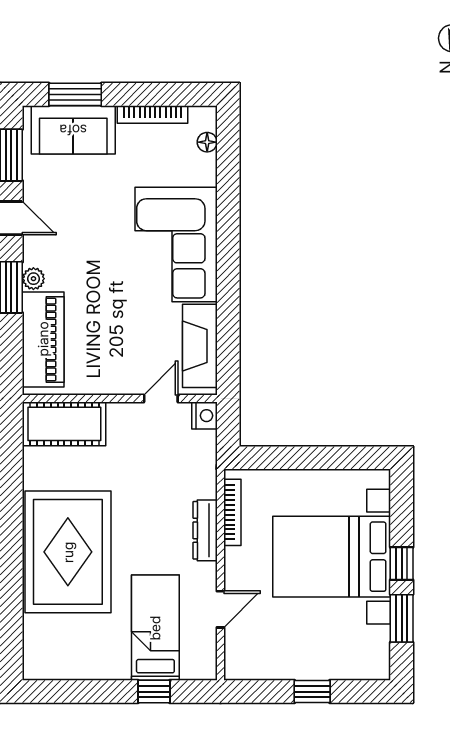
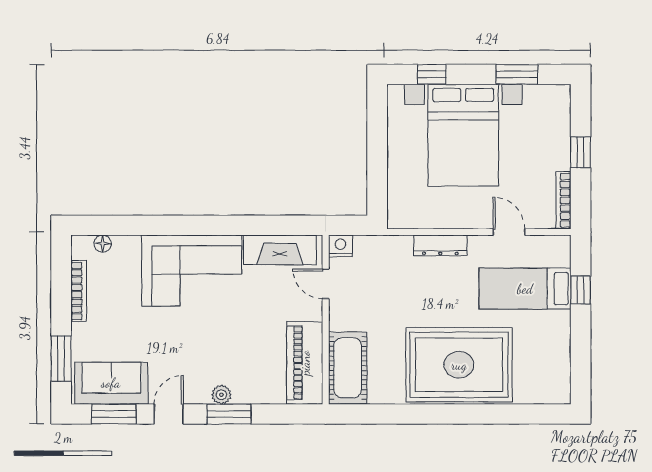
sofa: (73, 130) -> (111, 383), moved, turned -90
piano: (43, 339) -> (305, 363), moved, turned -90
bookcase: (232, 512) -> (563, 200), moved, turned -90
window: (402, 564) -> (432, 74), moved

